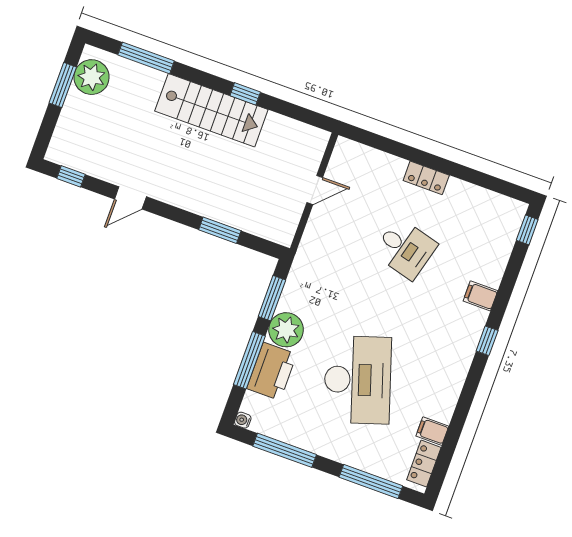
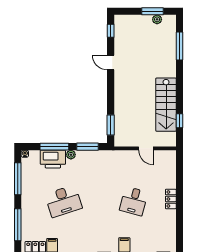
plant: (91, 77) -> (157, 19), width x0.53, depth x0.53
window: (245, 94) -> (180, 121), moved
stairs: (211, 110) -> (166, 105), moved
window: (220, 230) -> (111, 125), moved
plant: (286, 330) -> (71, 155), width x0.53, depth x0.53
desk: (358, 380) -> (64, 201), width x0.73, depth x0.77

